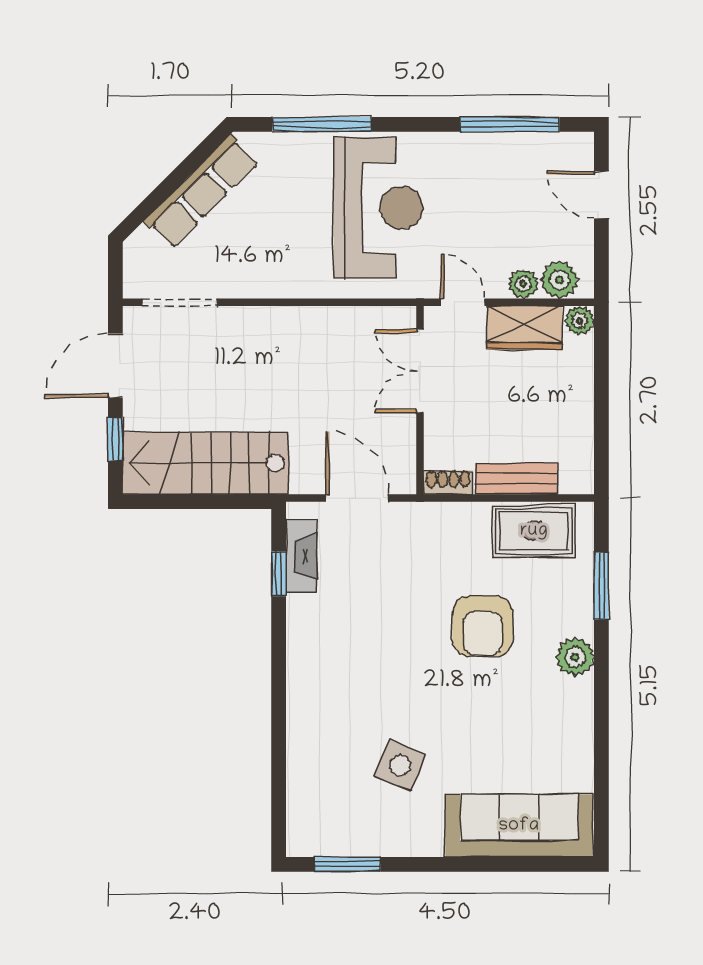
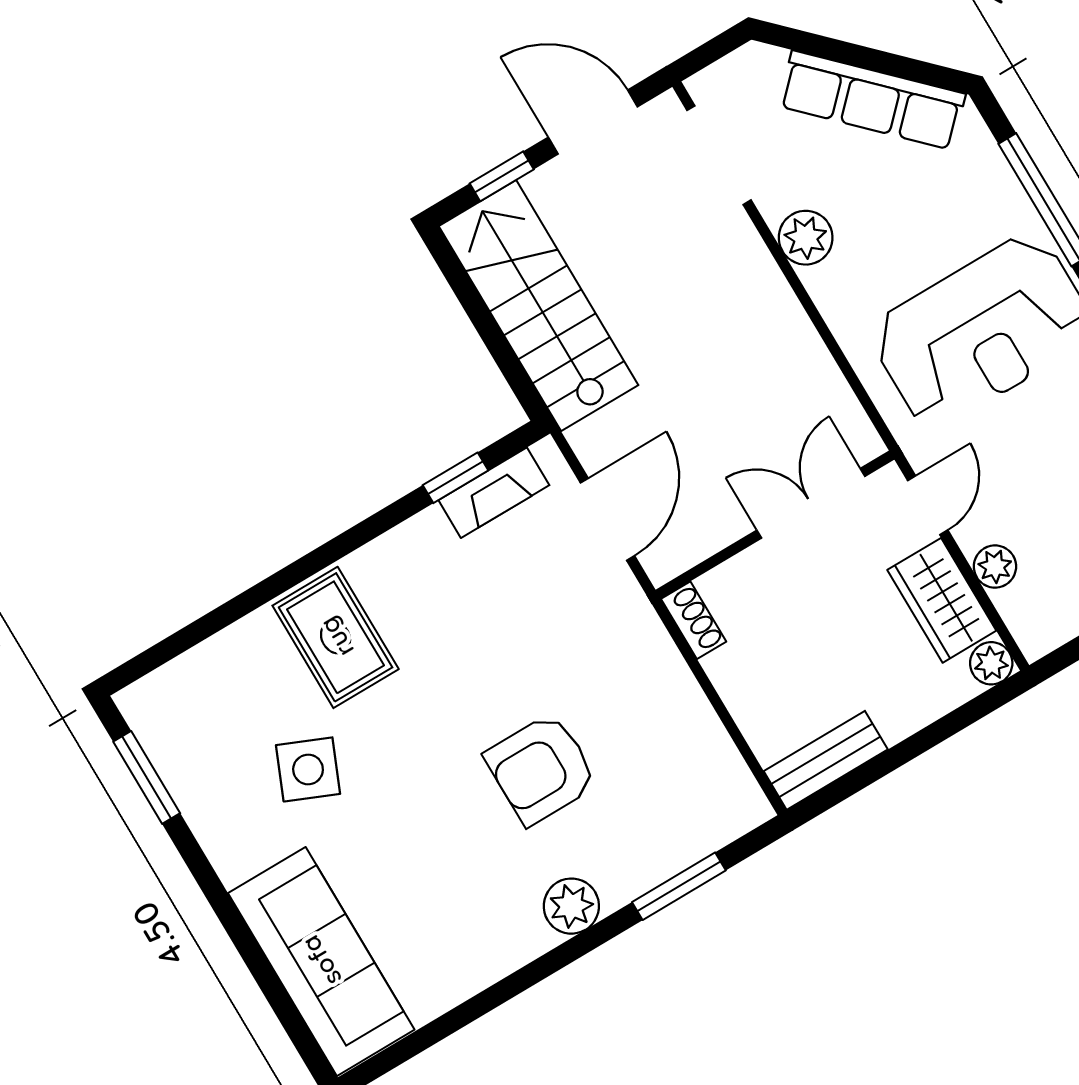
plant: (559, 280) -> (806, 238), moved
bench: (516, 479) -> (826, 760), moved, turned 90
rug: (534, 531) -> (336, 637), moved

